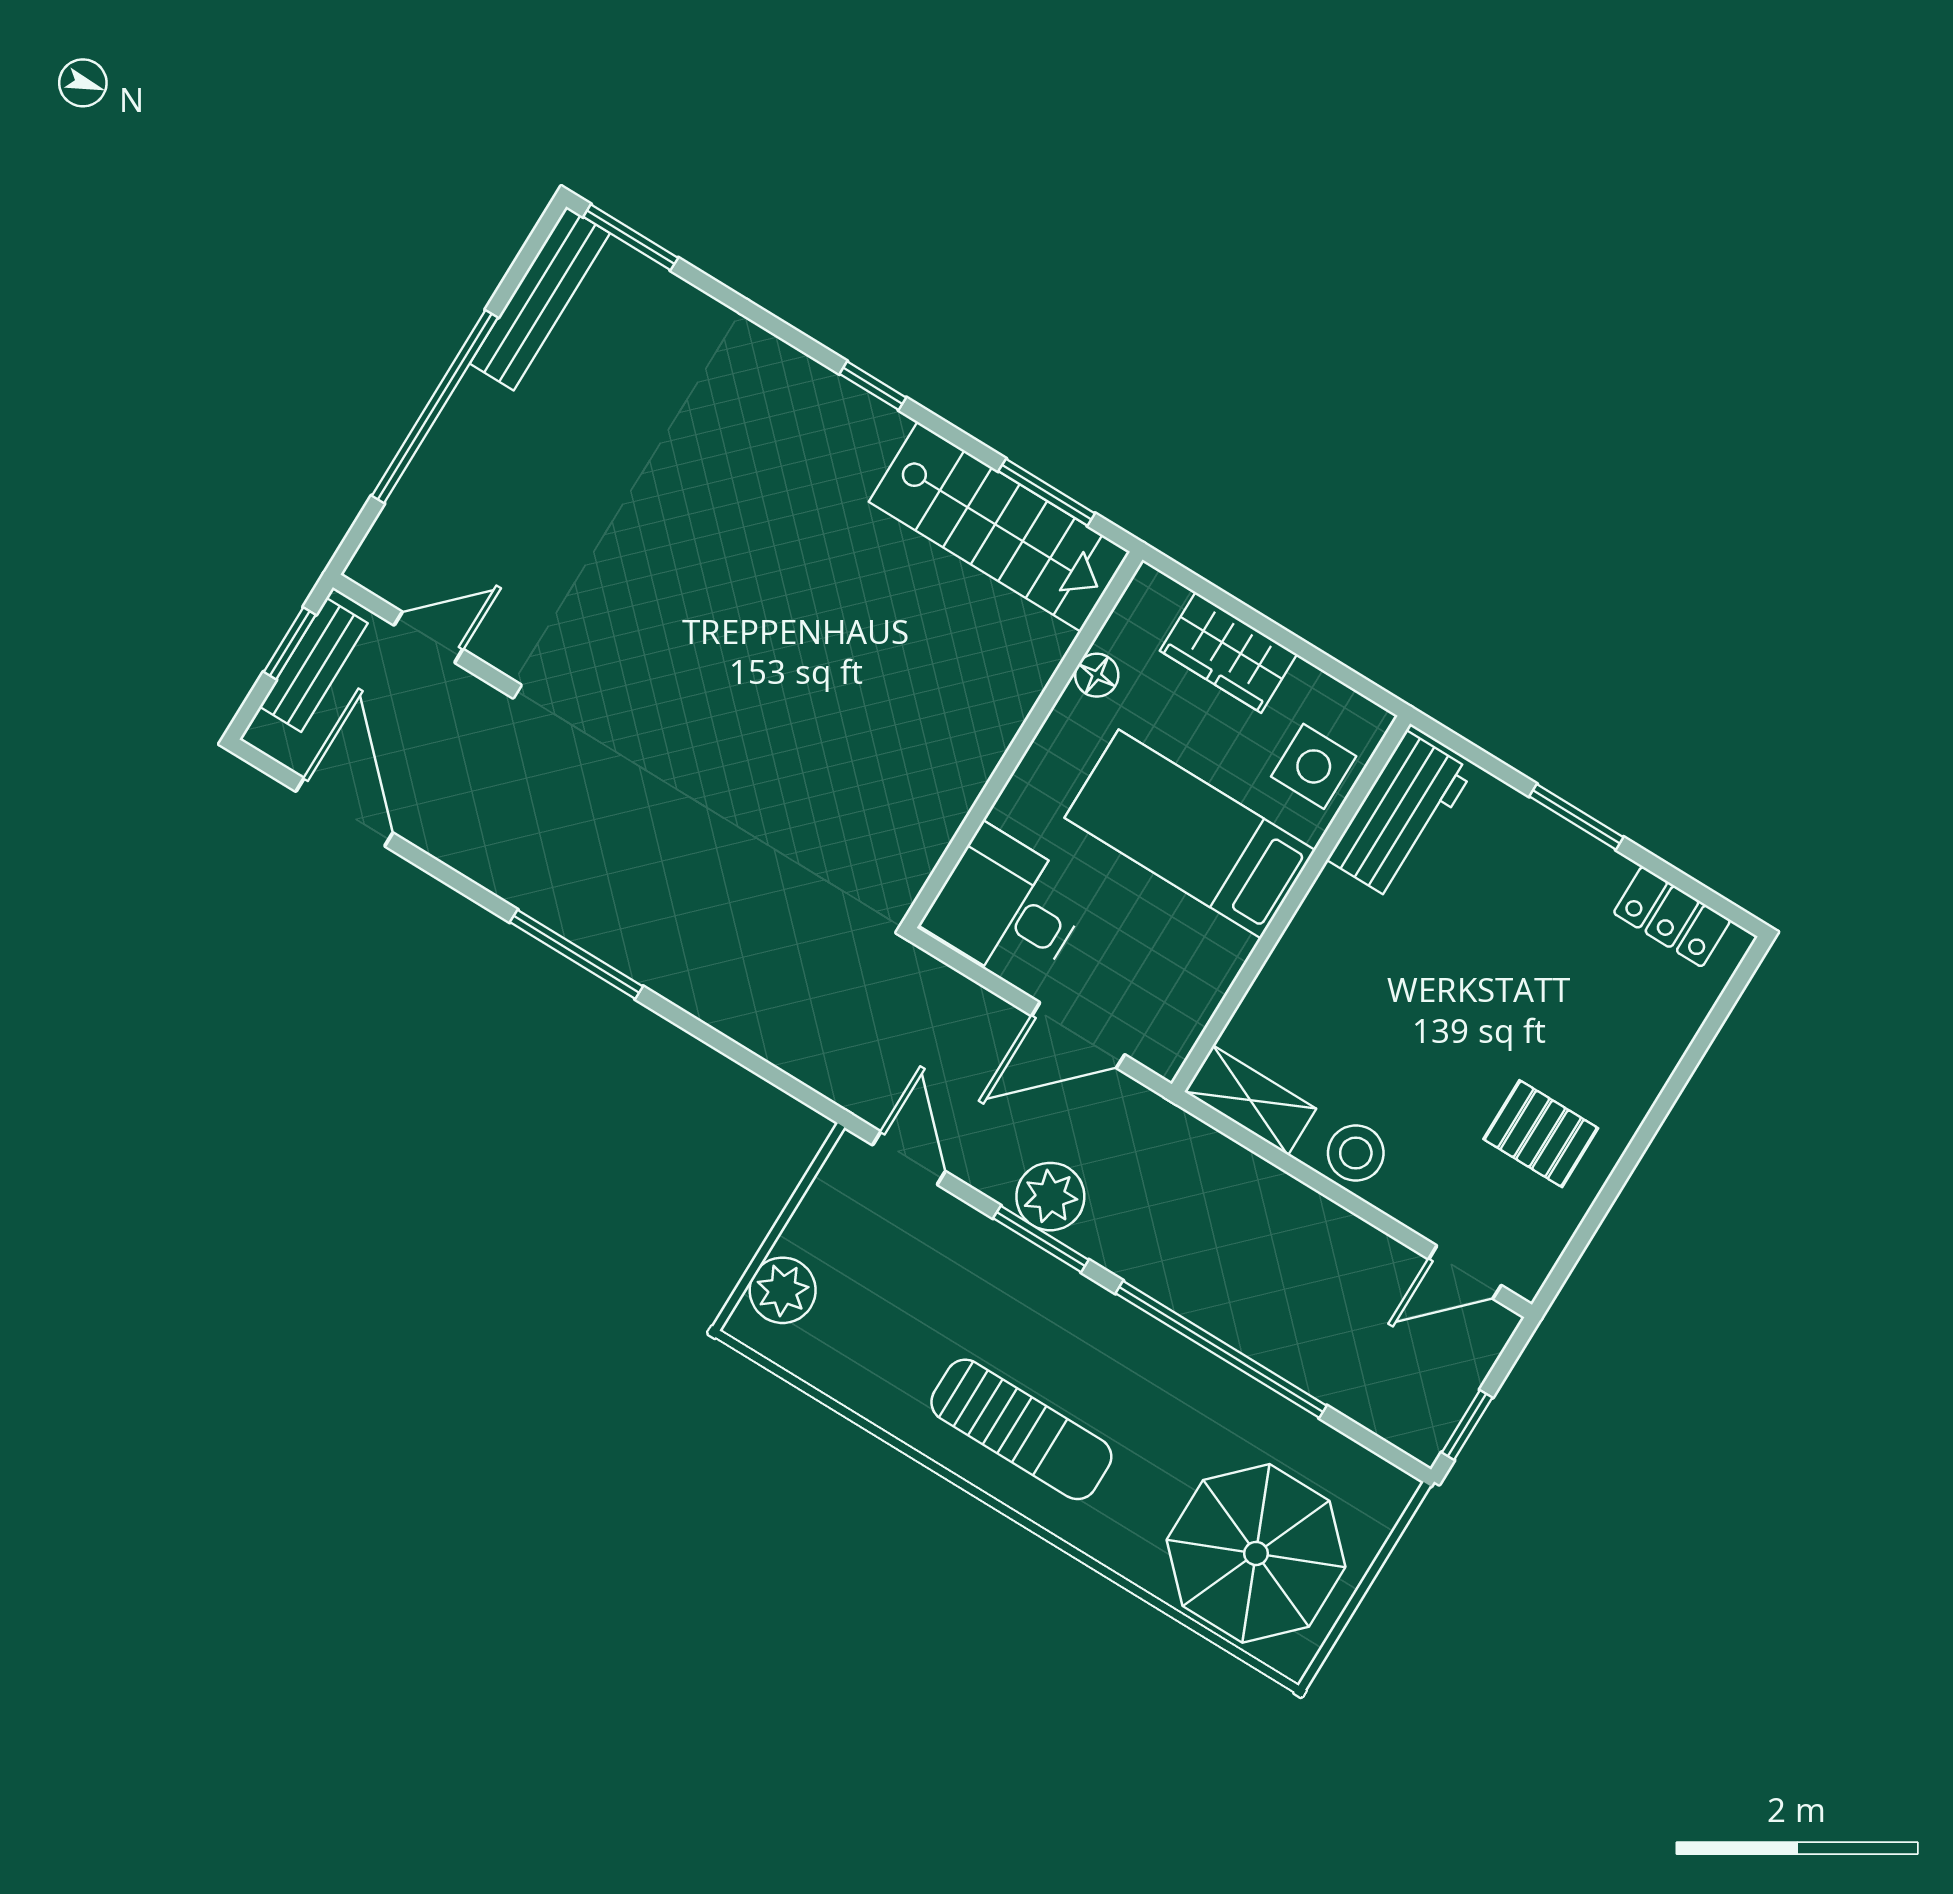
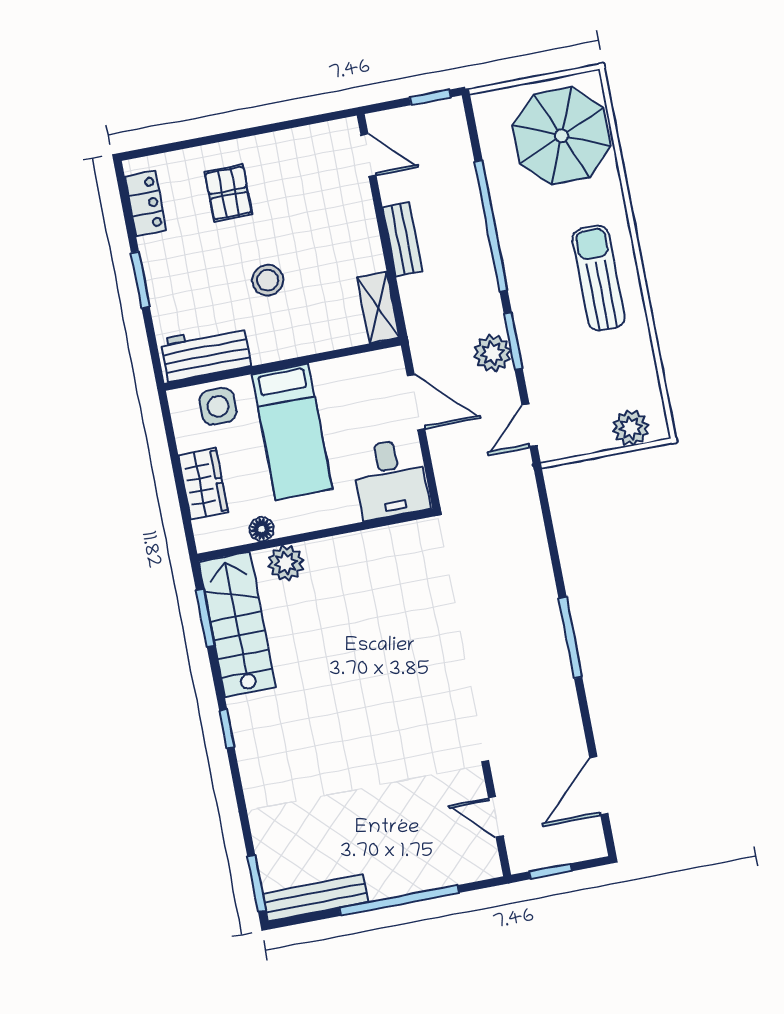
bench: (314, 665) -> (403, 239), moved, turned 90
plant: (1022, 666) -> (286, 563), added
pallet: (1541, 1134) -> (228, 193), moved
stool: (1356, 1153) -> (268, 280), moved

